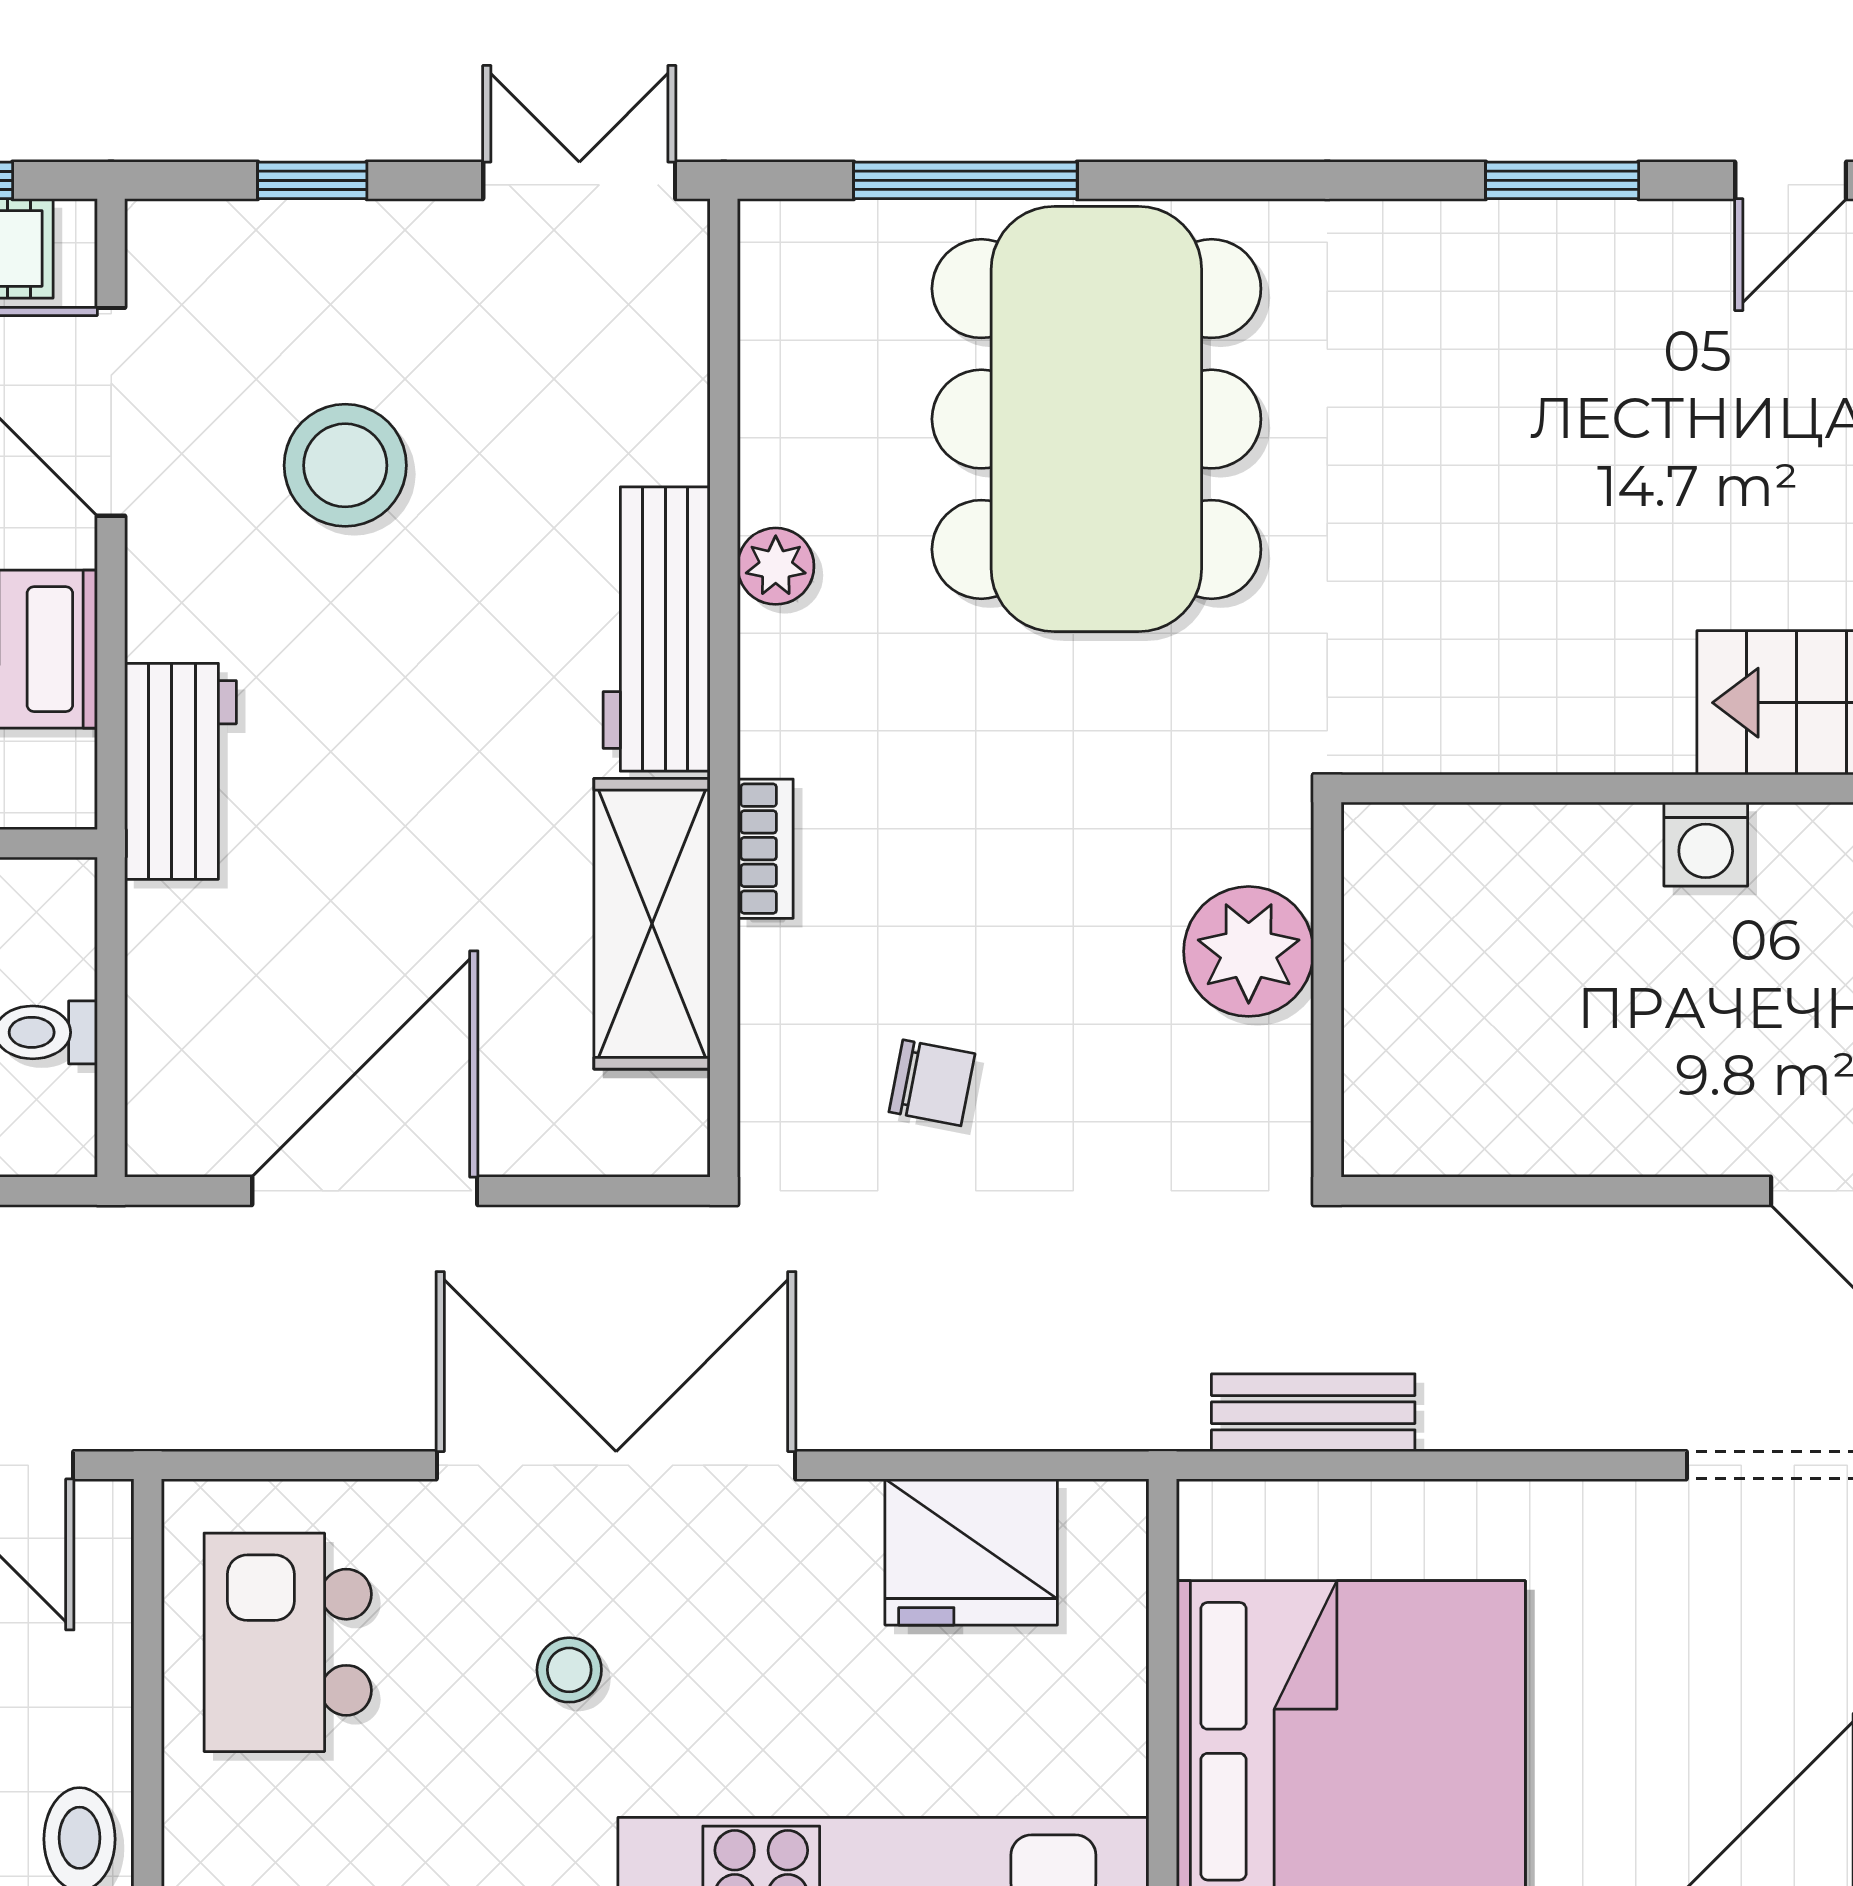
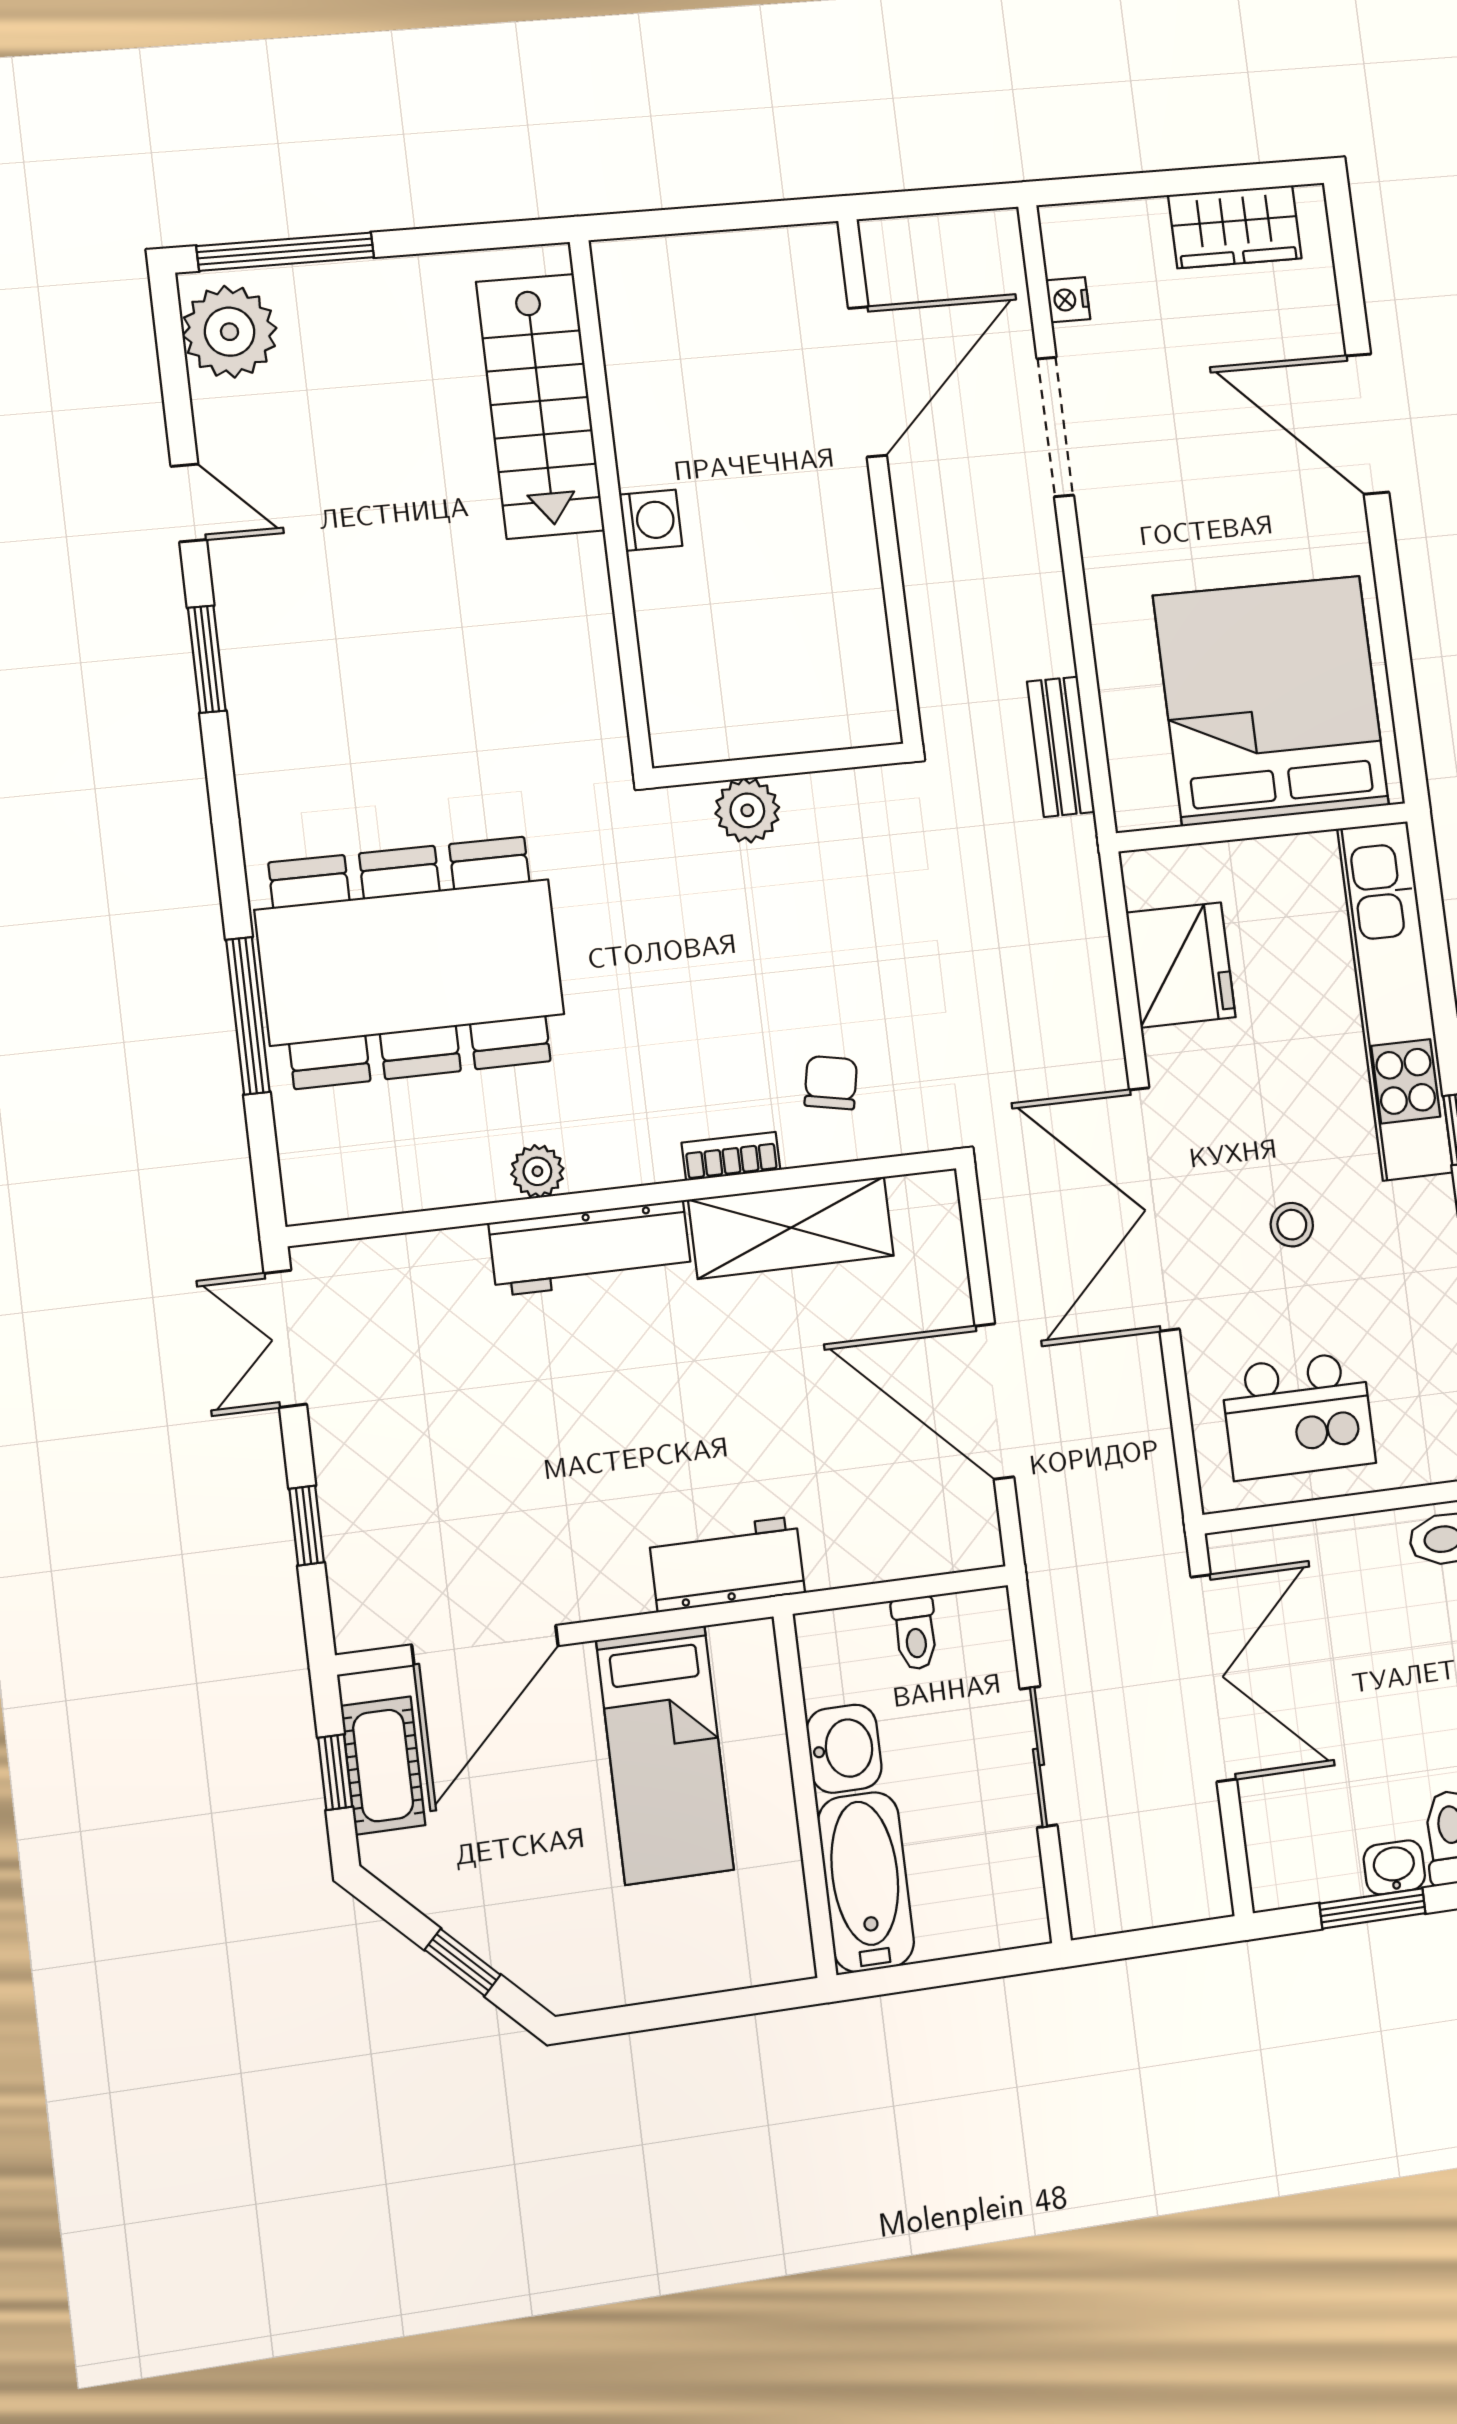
window: (965, 180) -> (248, 1016), moved
stool: (345, 465) -> (503, 1477), removed
plant: (1249, 951) -> (747, 810), width x0.73, depth x0.73
chair: (932, 1083) -> (831, 1083), moved

